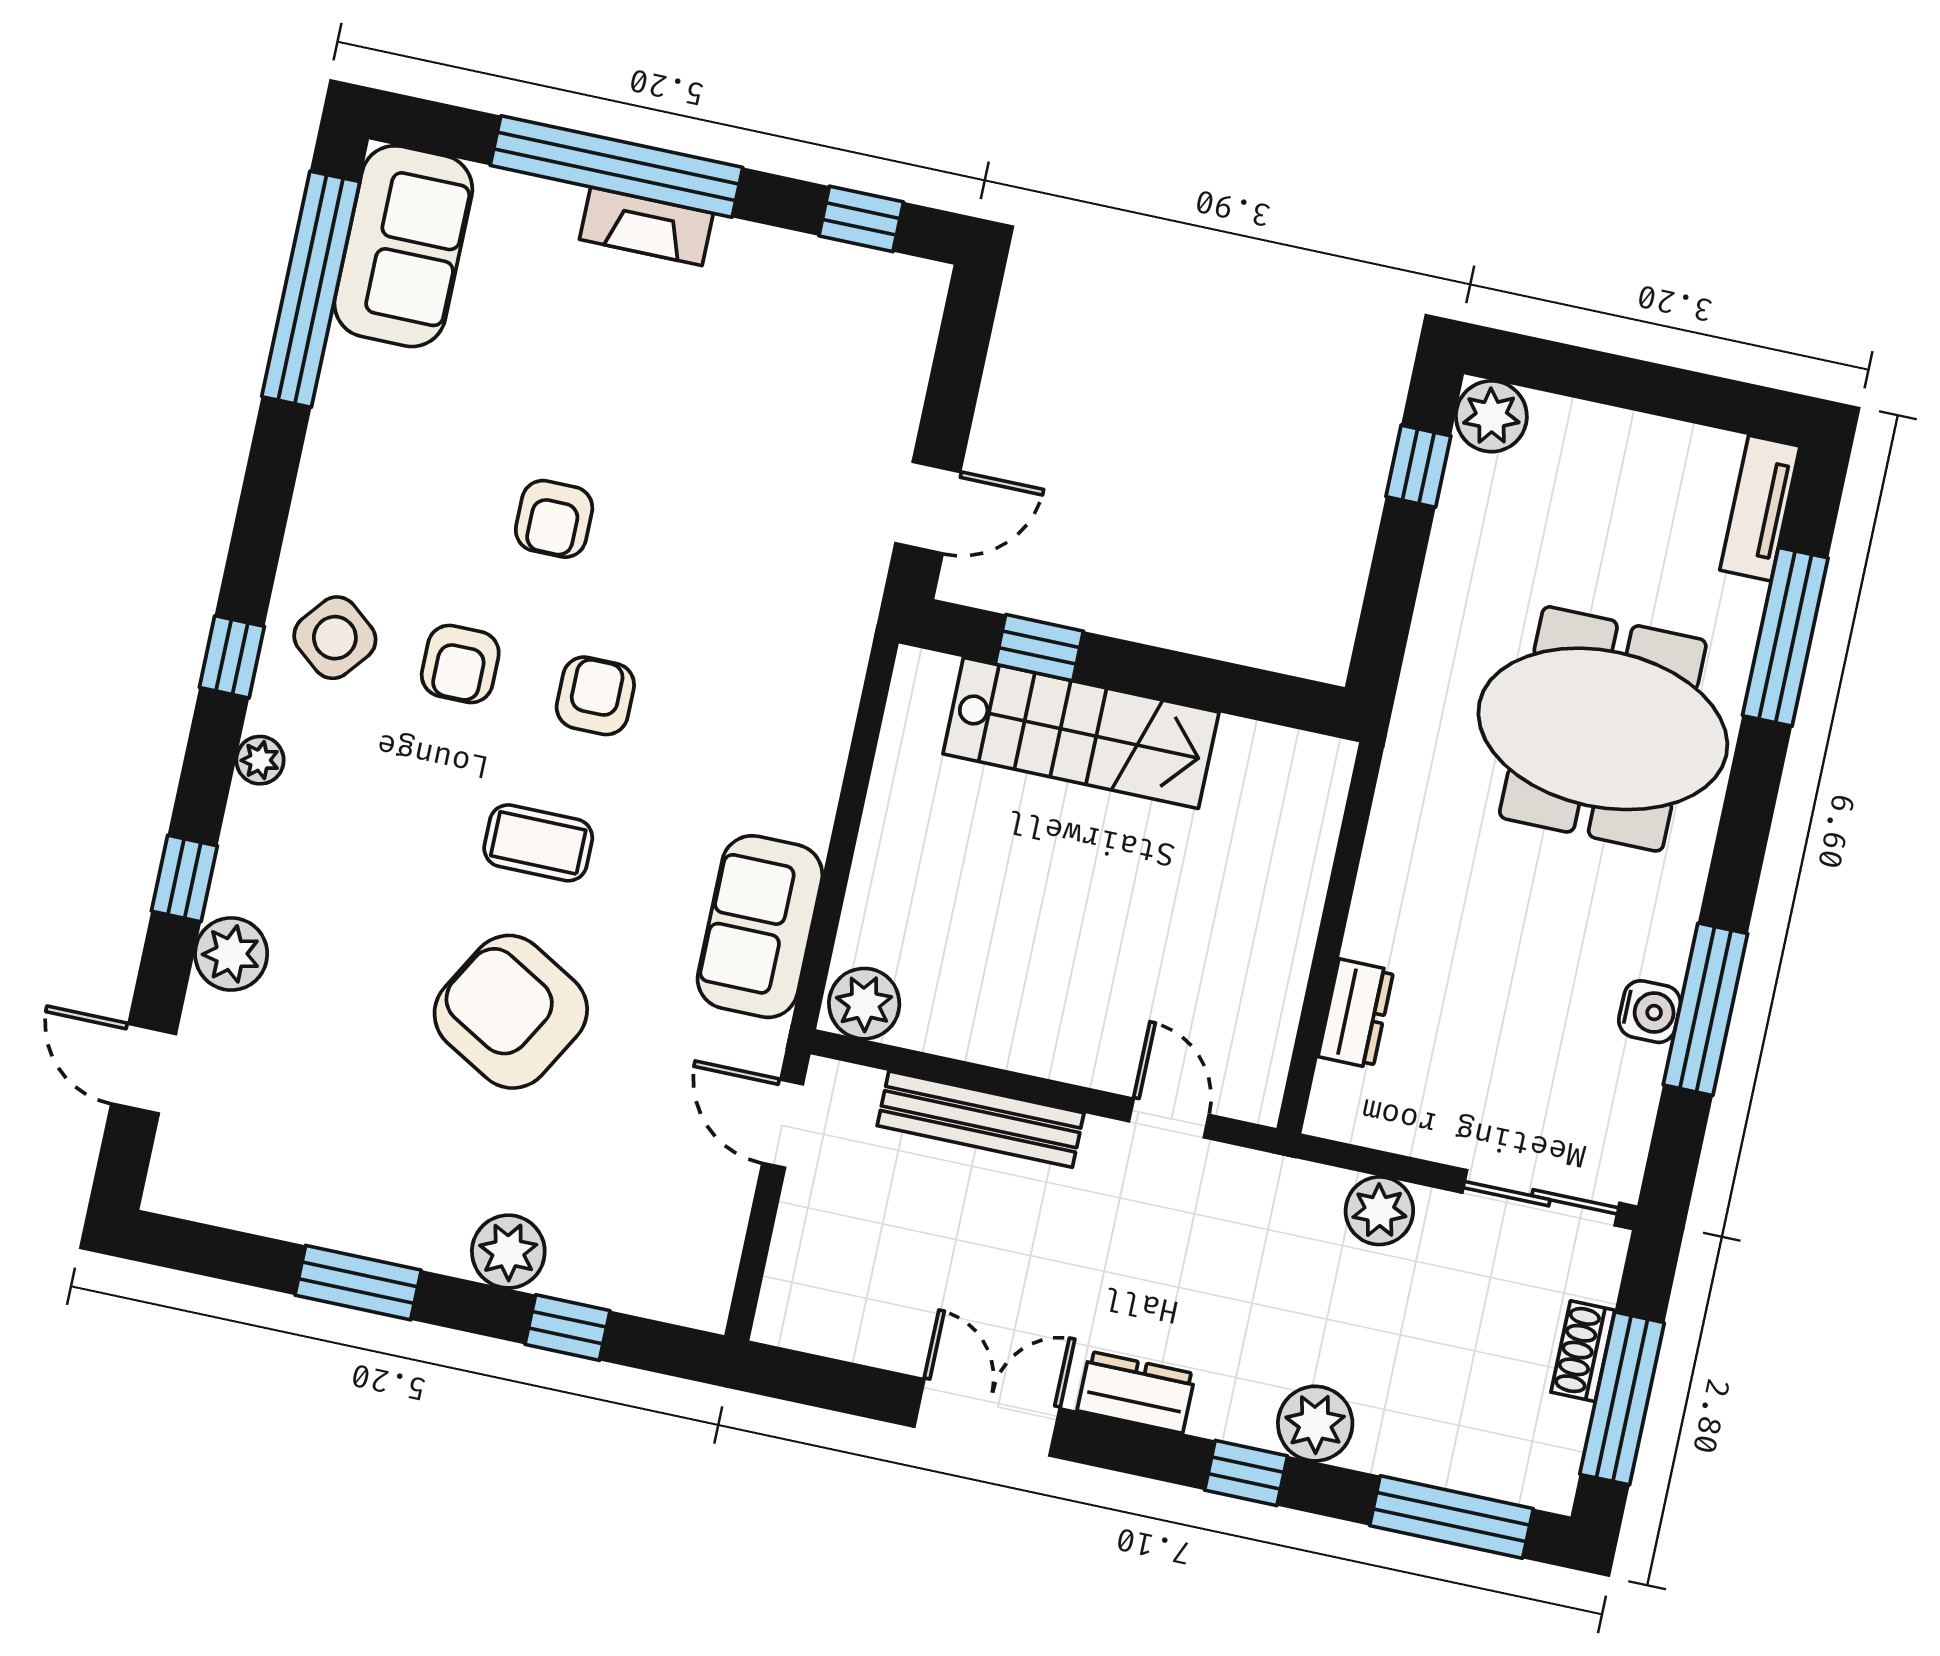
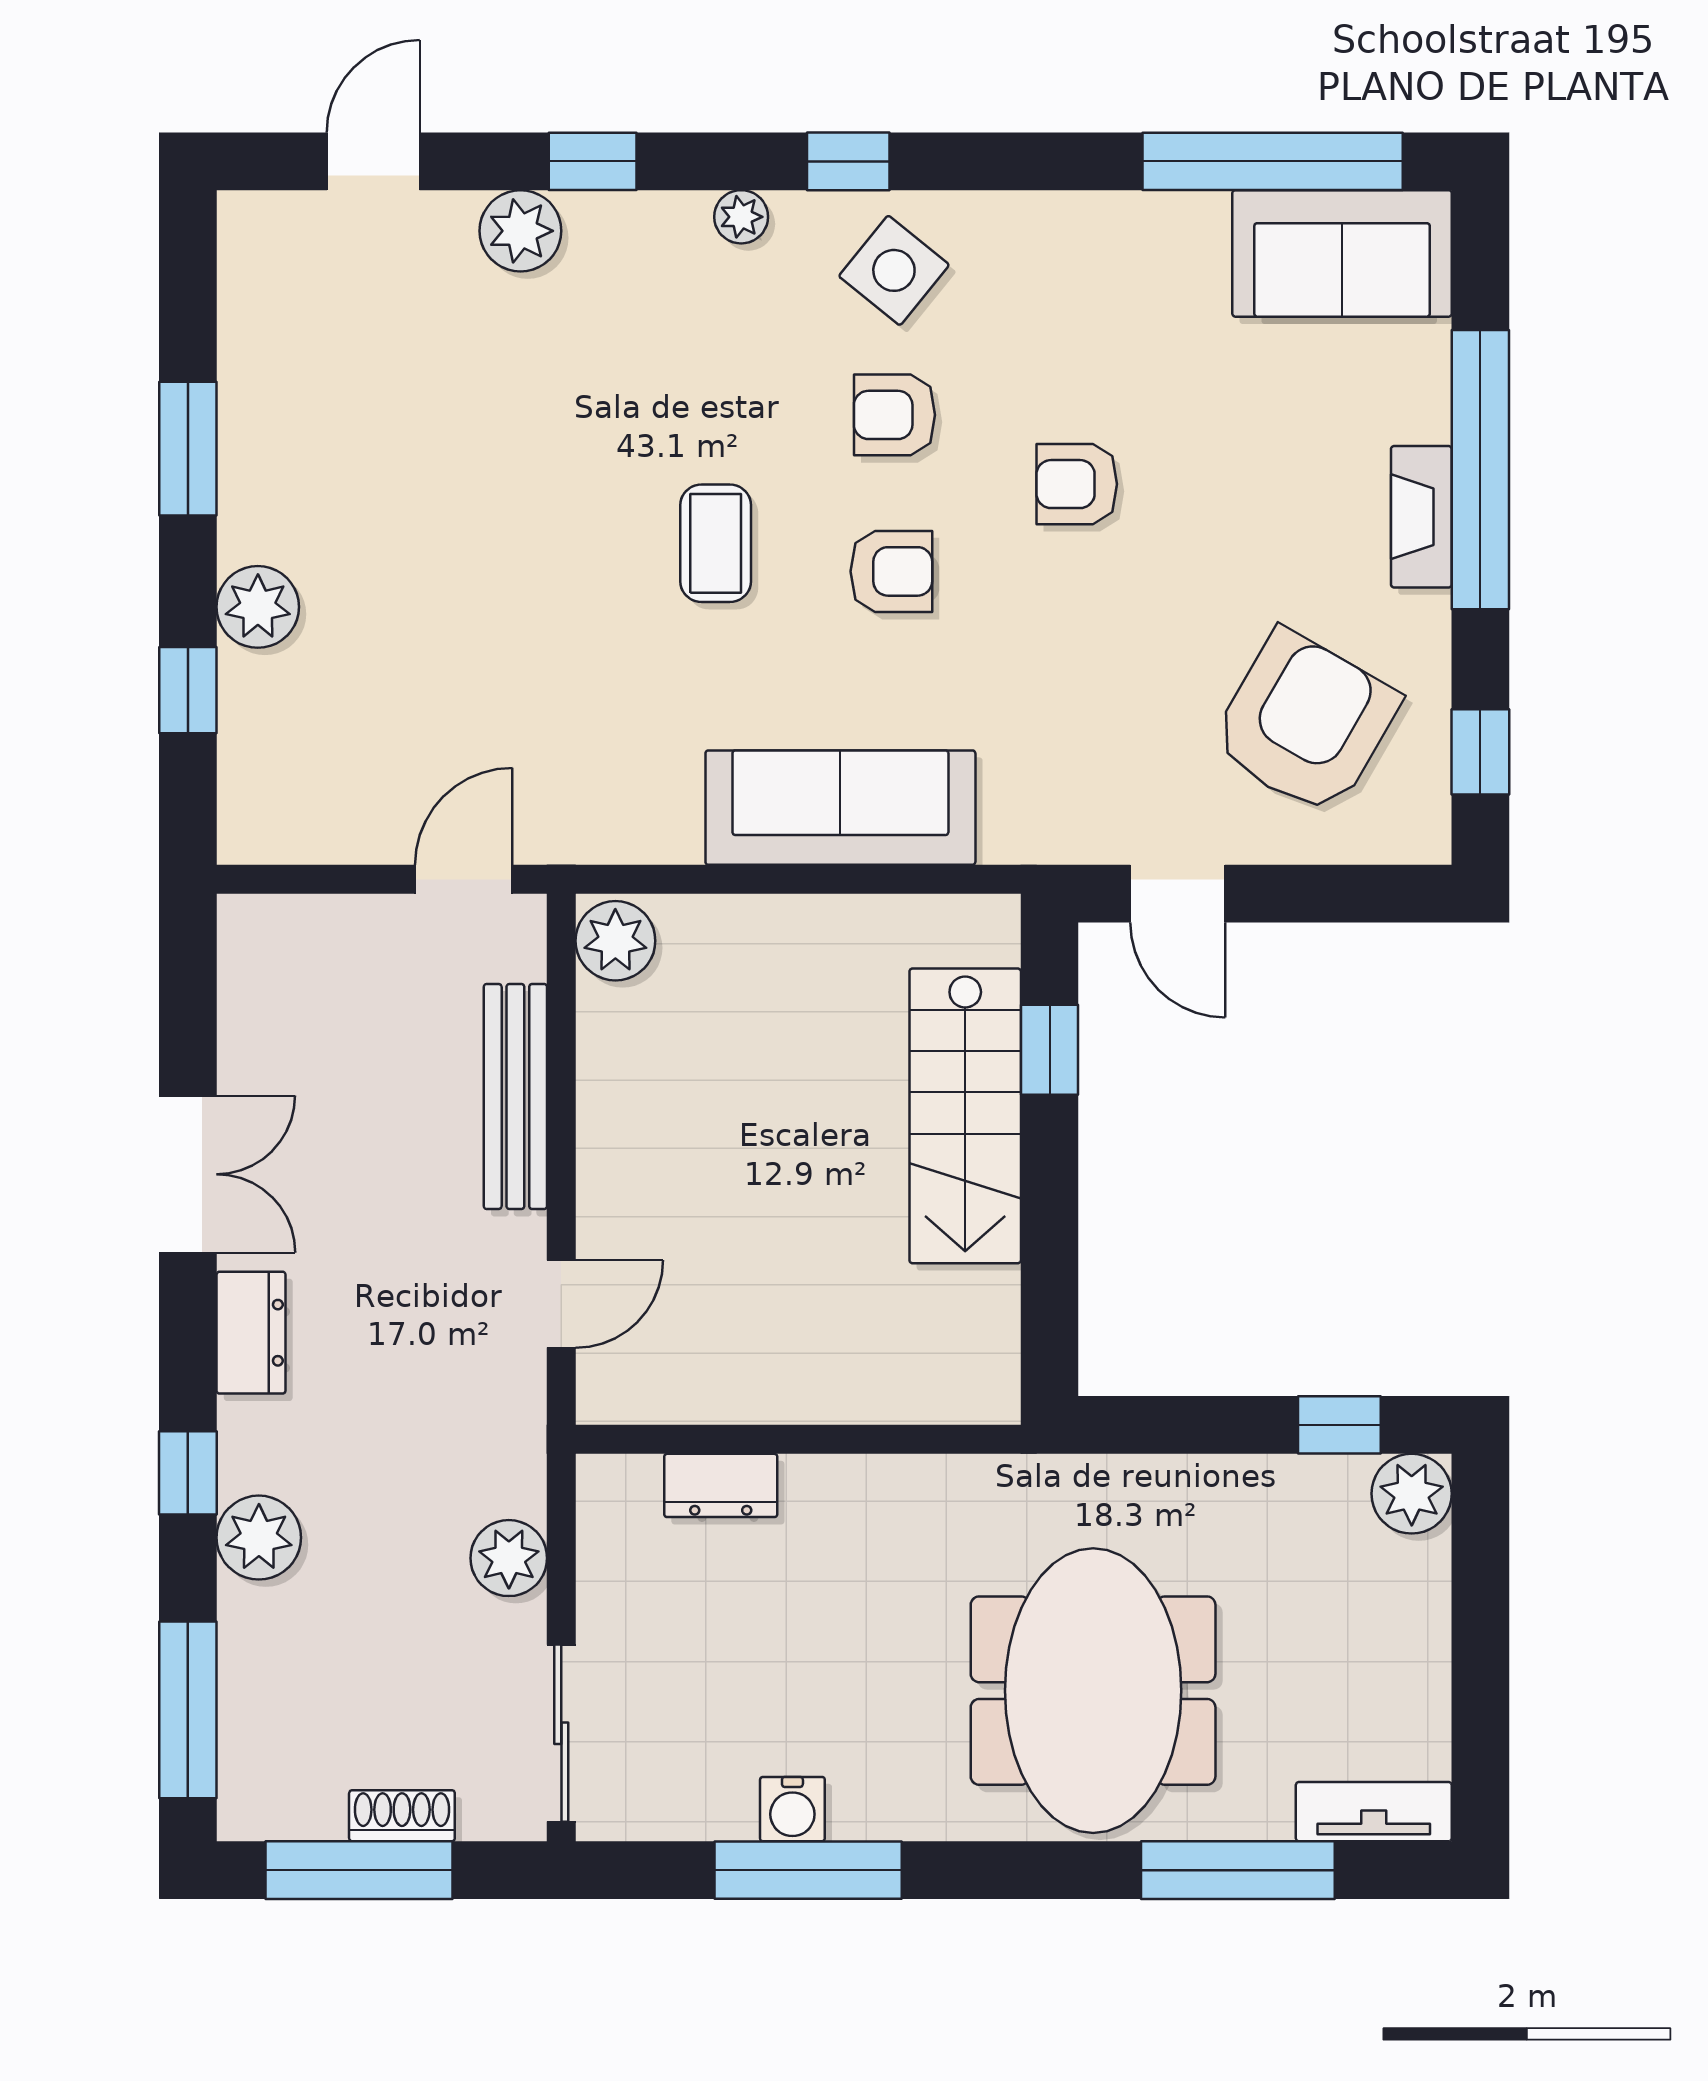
sofa: (760, 927) -> (840, 808), moved, width x1.36
armchair: (511, 1012) -> (1305, 723), moved

